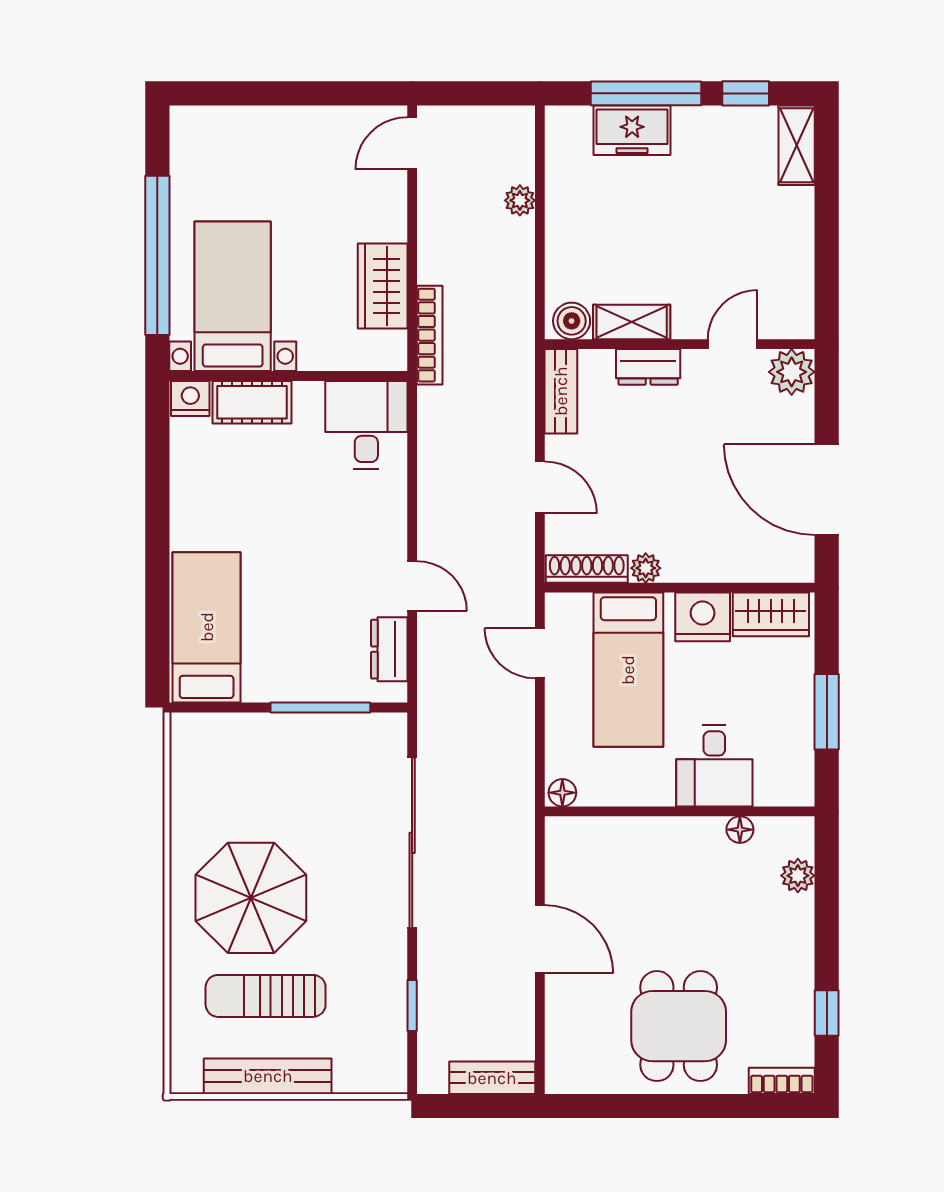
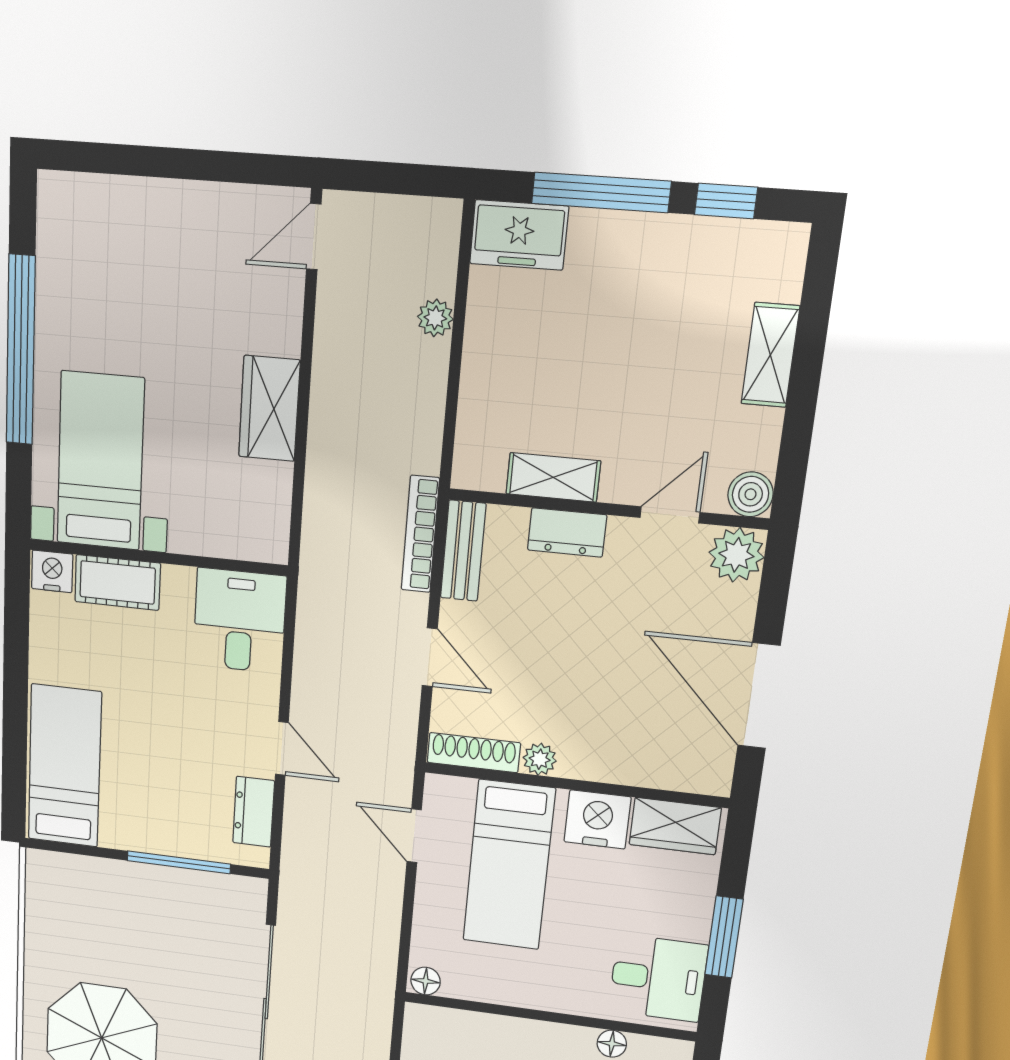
freezer: (632, 130) -> (519, 235), moved
shelving: (797, 145) -> (770, 355), moved
bed with nightstands: (233, 296) -> (100, 461), moved
boiler: (572, 321) -> (751, 494), moved
bookcase: (430, 335) -> (420, 534), moved, turned 180
wall: (288, 376) -> (158, 557), moved
nightstand: (190, 398) -> (52, 571), moved
cot: (252, 402) -> (118, 582), moved
desk: (366, 425) -> (240, 621), moved
desk: (714, 766) -> (658, 978), moved, turned -90

